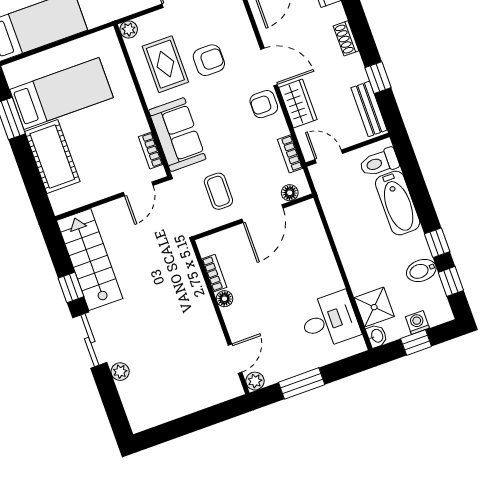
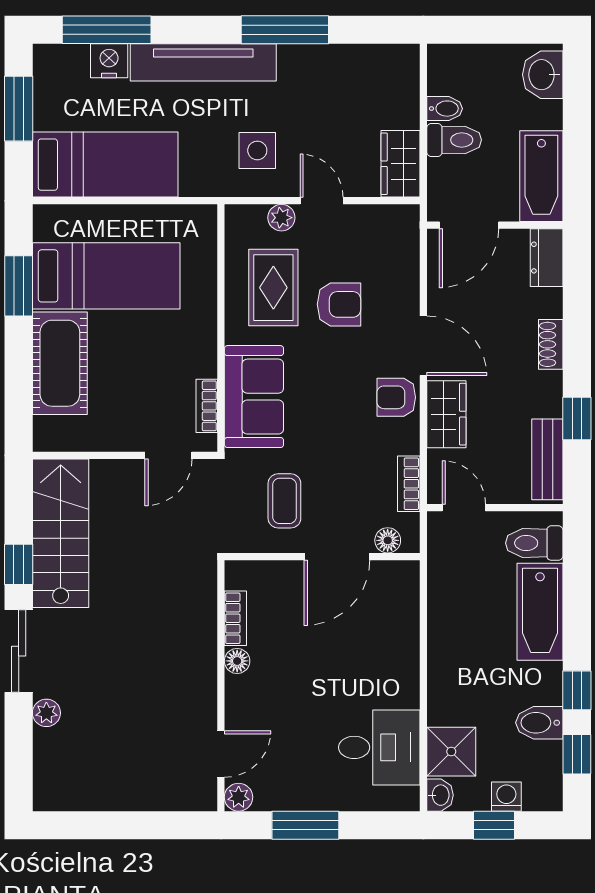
plant: (129, 29) -> (281, 218), moved

